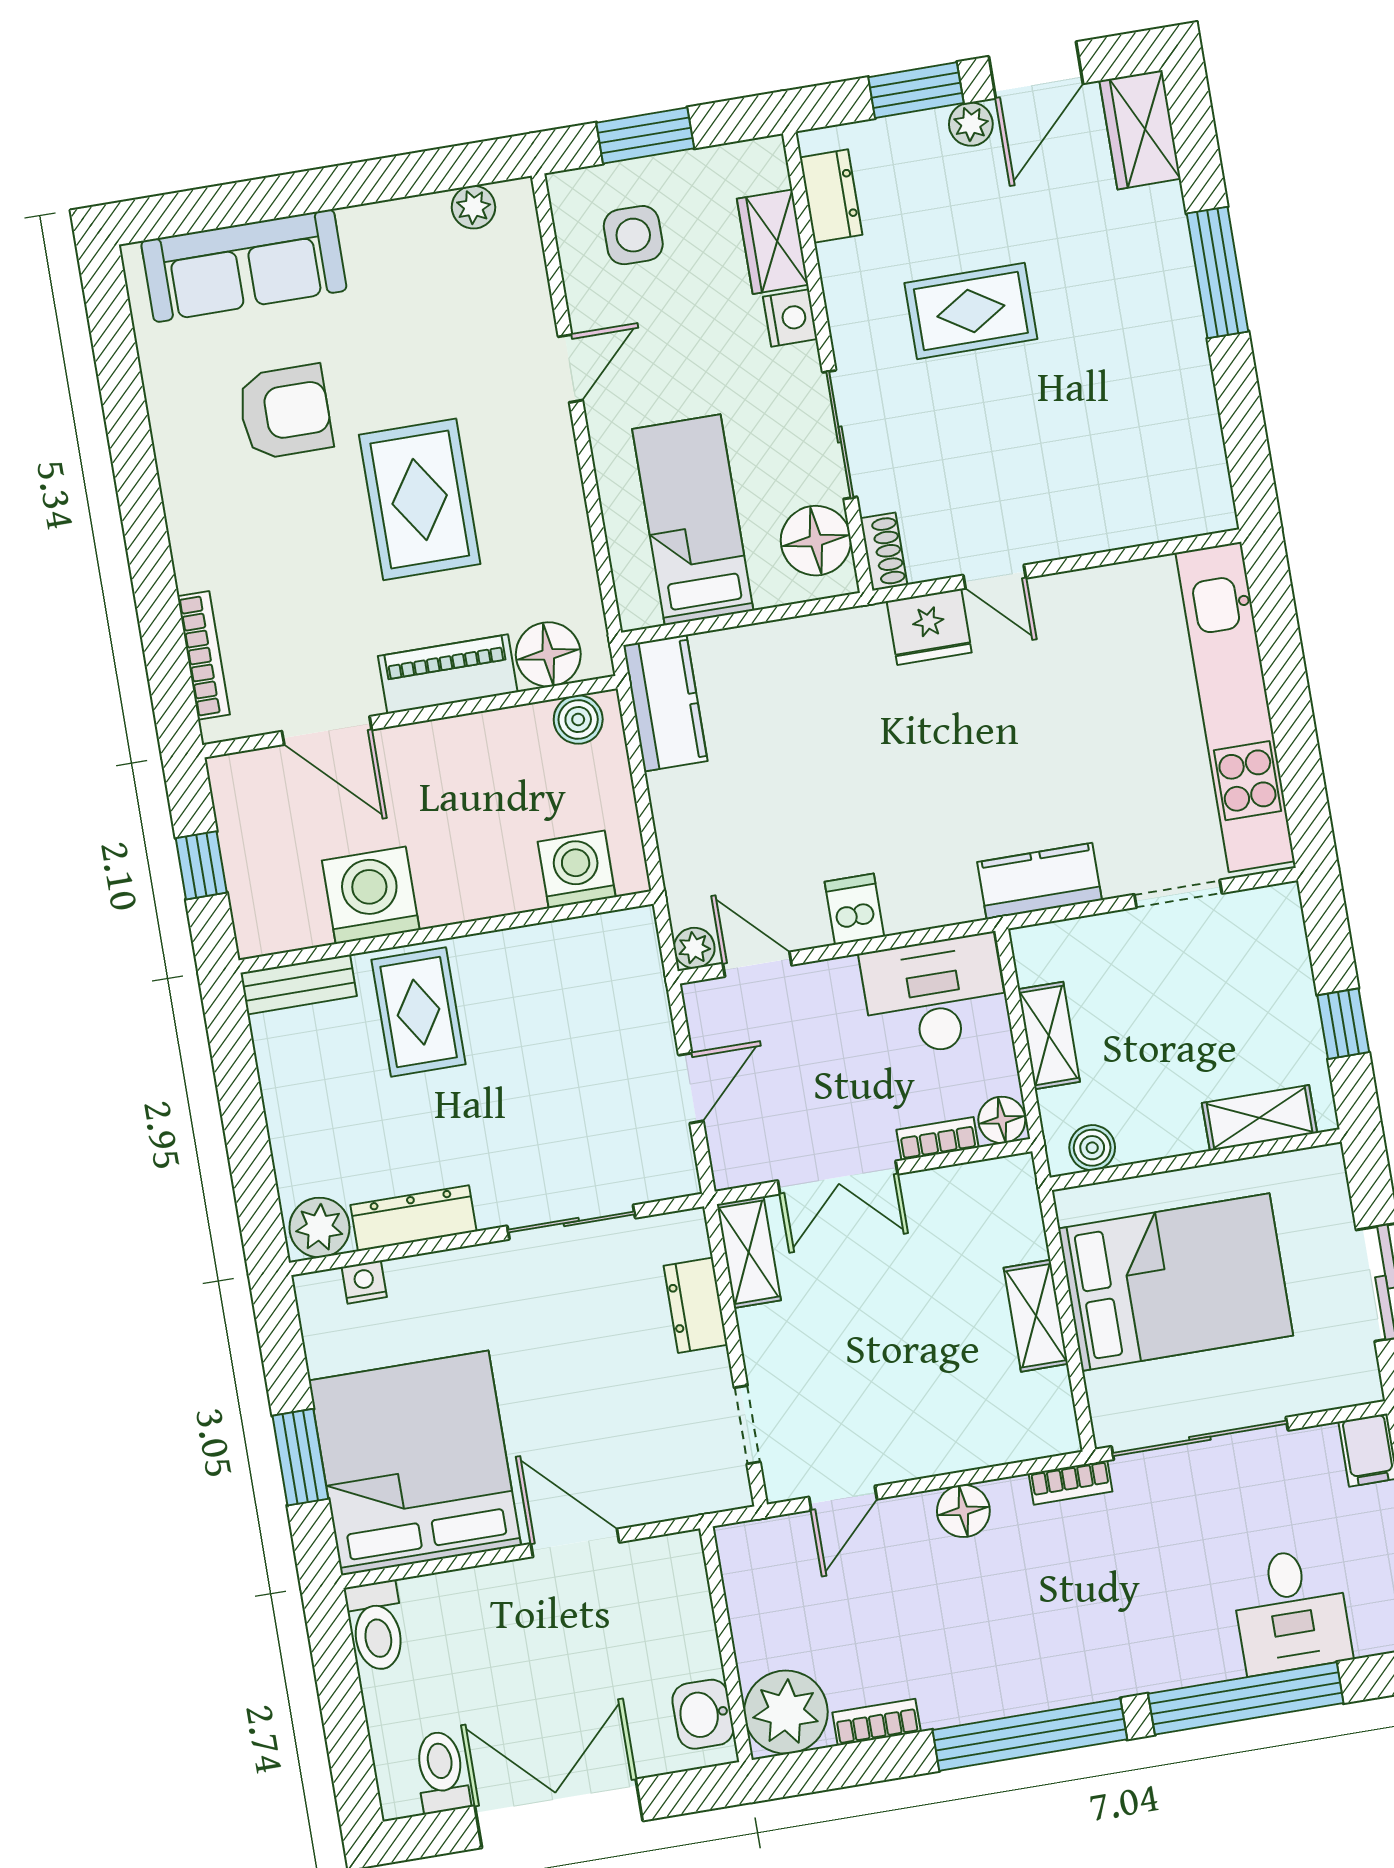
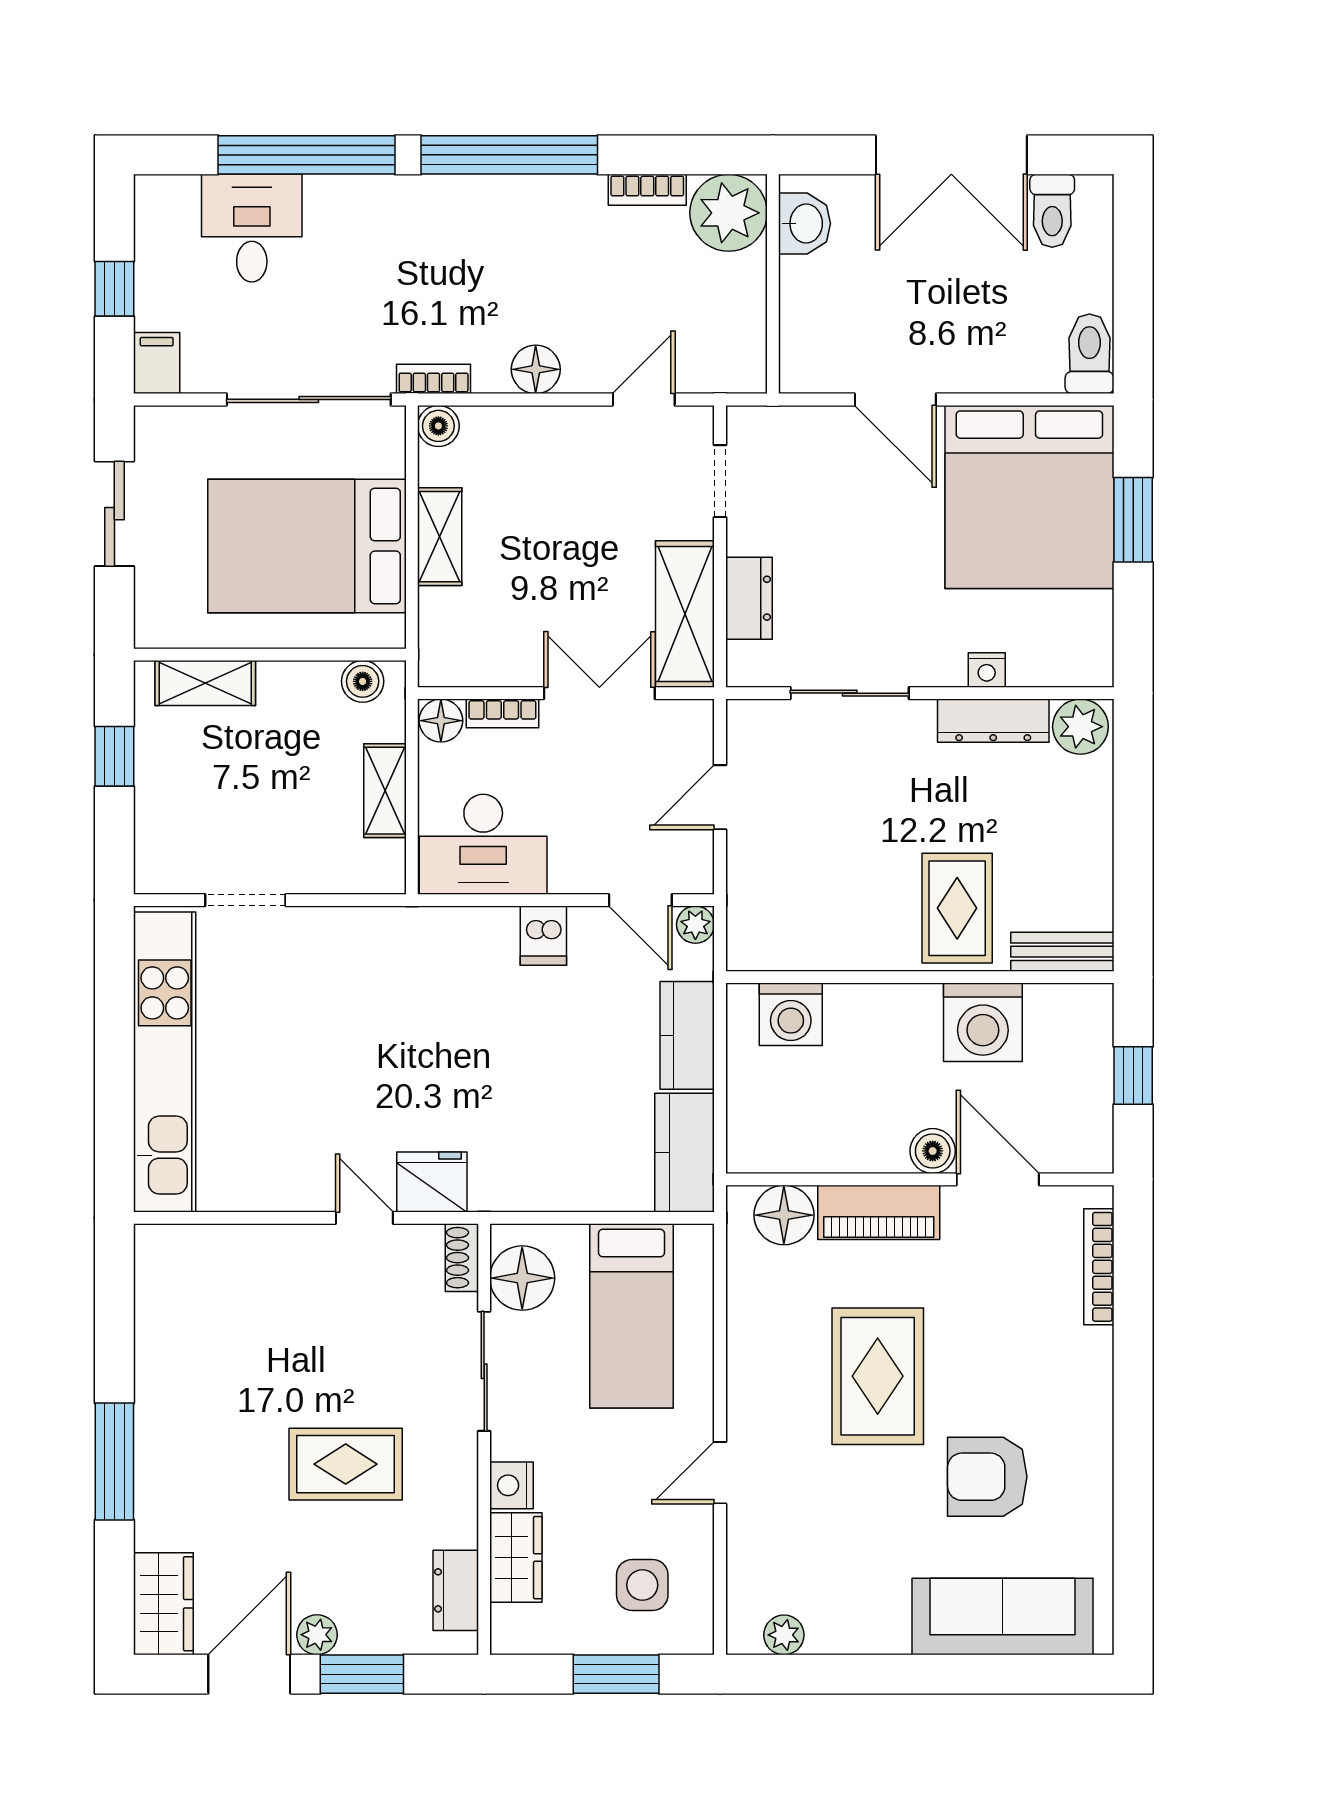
boiler: (578, 720) -> (933, 1151), moved
kitchen counter: (1039, 881) -> (687, 1035), moved, turned 90
shelving: (749, 1252) -> (685, 614), width x1.50, depth x1.33
nightstand: (364, 1282) -> (987, 670), moved
boiler: (1057, 1433) -> (438, 426), added

